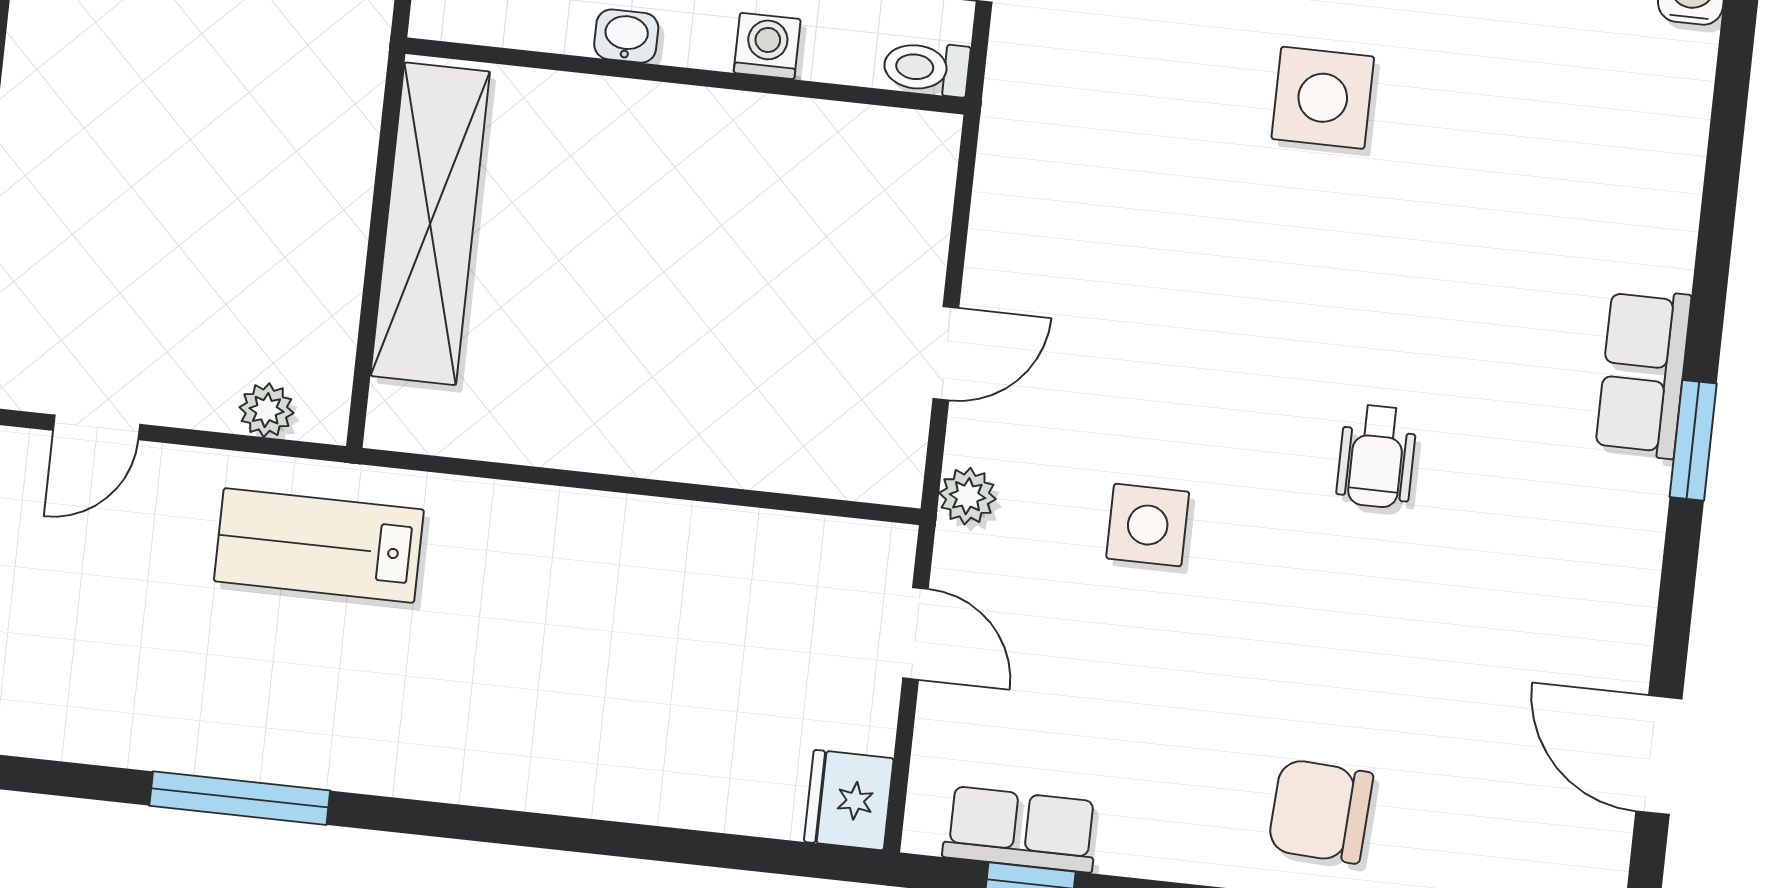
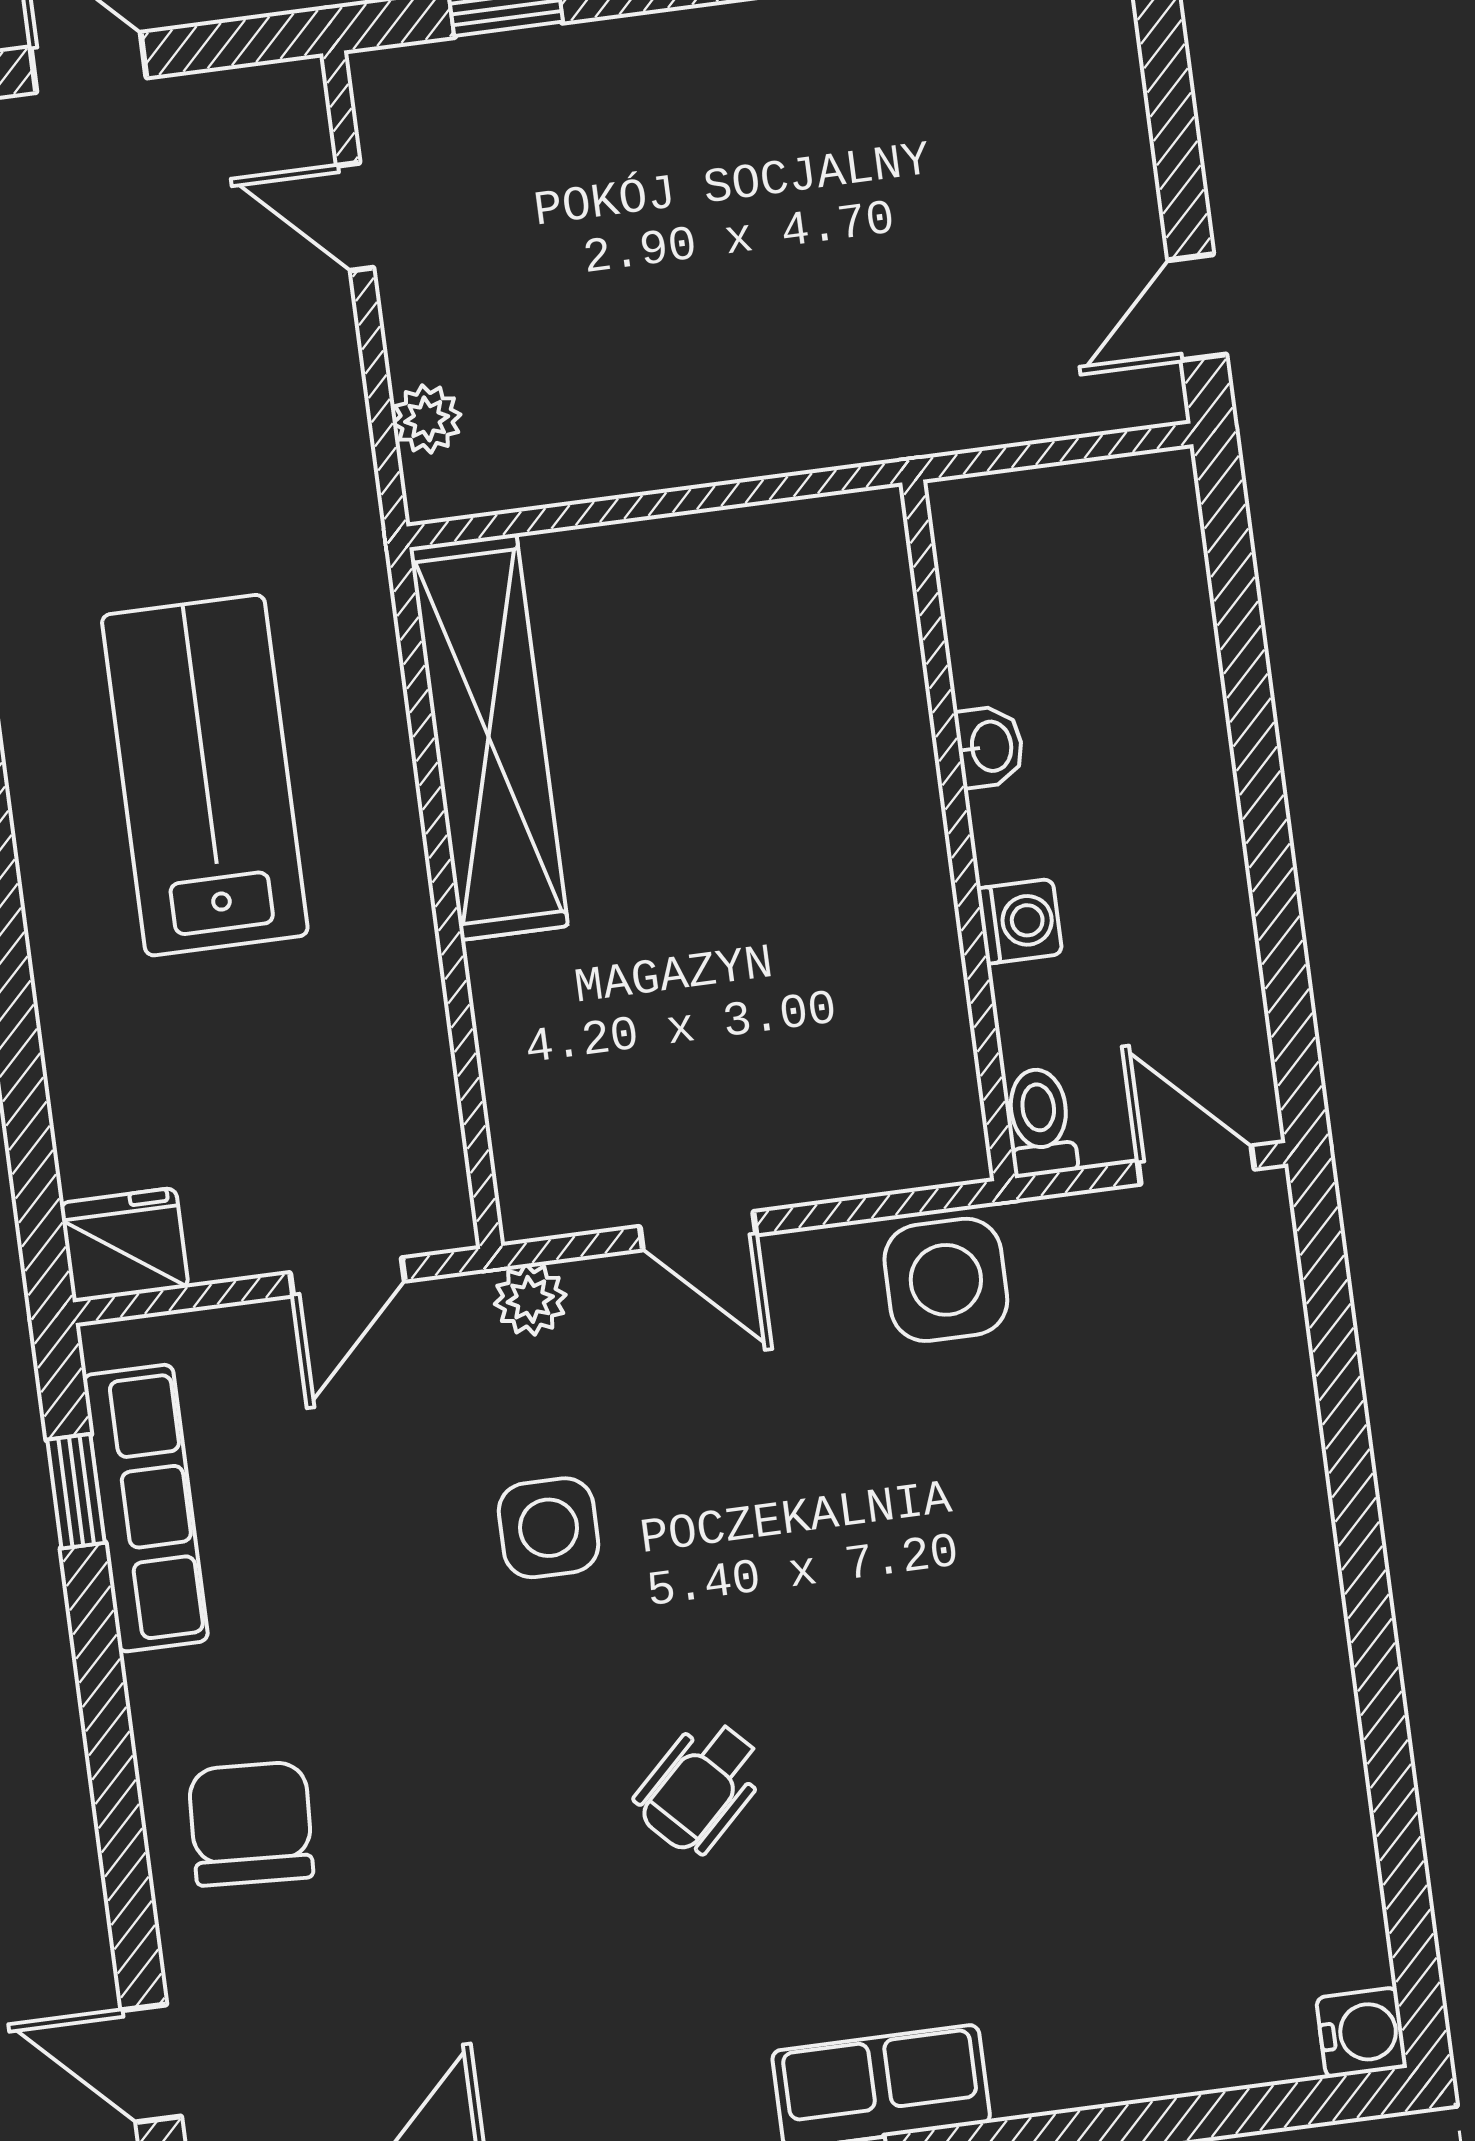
side table: (1323, 98) -> (946, 1280), moved
shelving: (430, 224) -> (489, 737), moved, turned 90
wheelchair: (1377, 456) -> (700, 1786), turned -44
lab bench: (319, 545) -> (205, 775), moved, width x1.36, depth x1.39
row of seats: (1021, 829) -> (146, 1508), width x1.48

